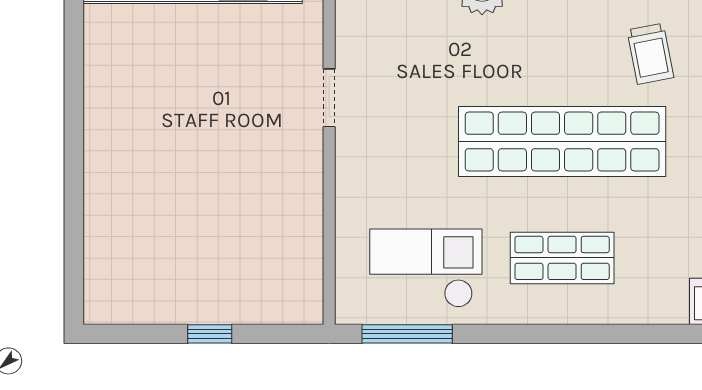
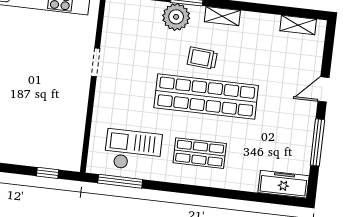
trolley: (650, 54) -> (202, 58), moved, turned 105
window: (210, 334) -> (48, 173), moved

